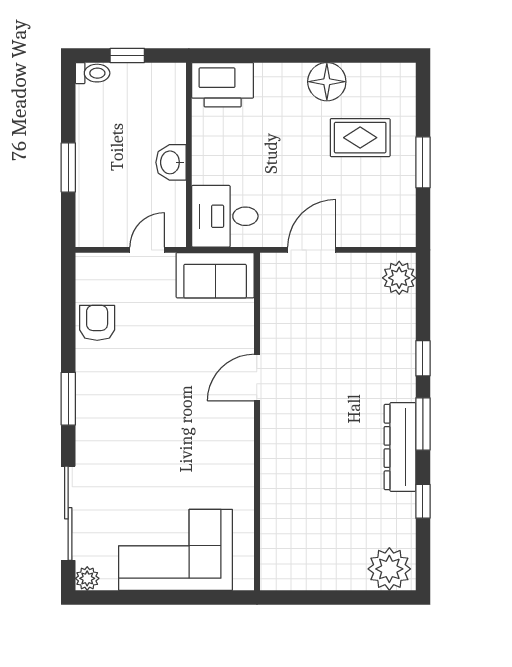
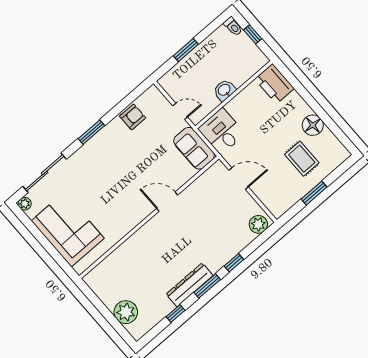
plant: (389, 569) -> (126, 312), moved

